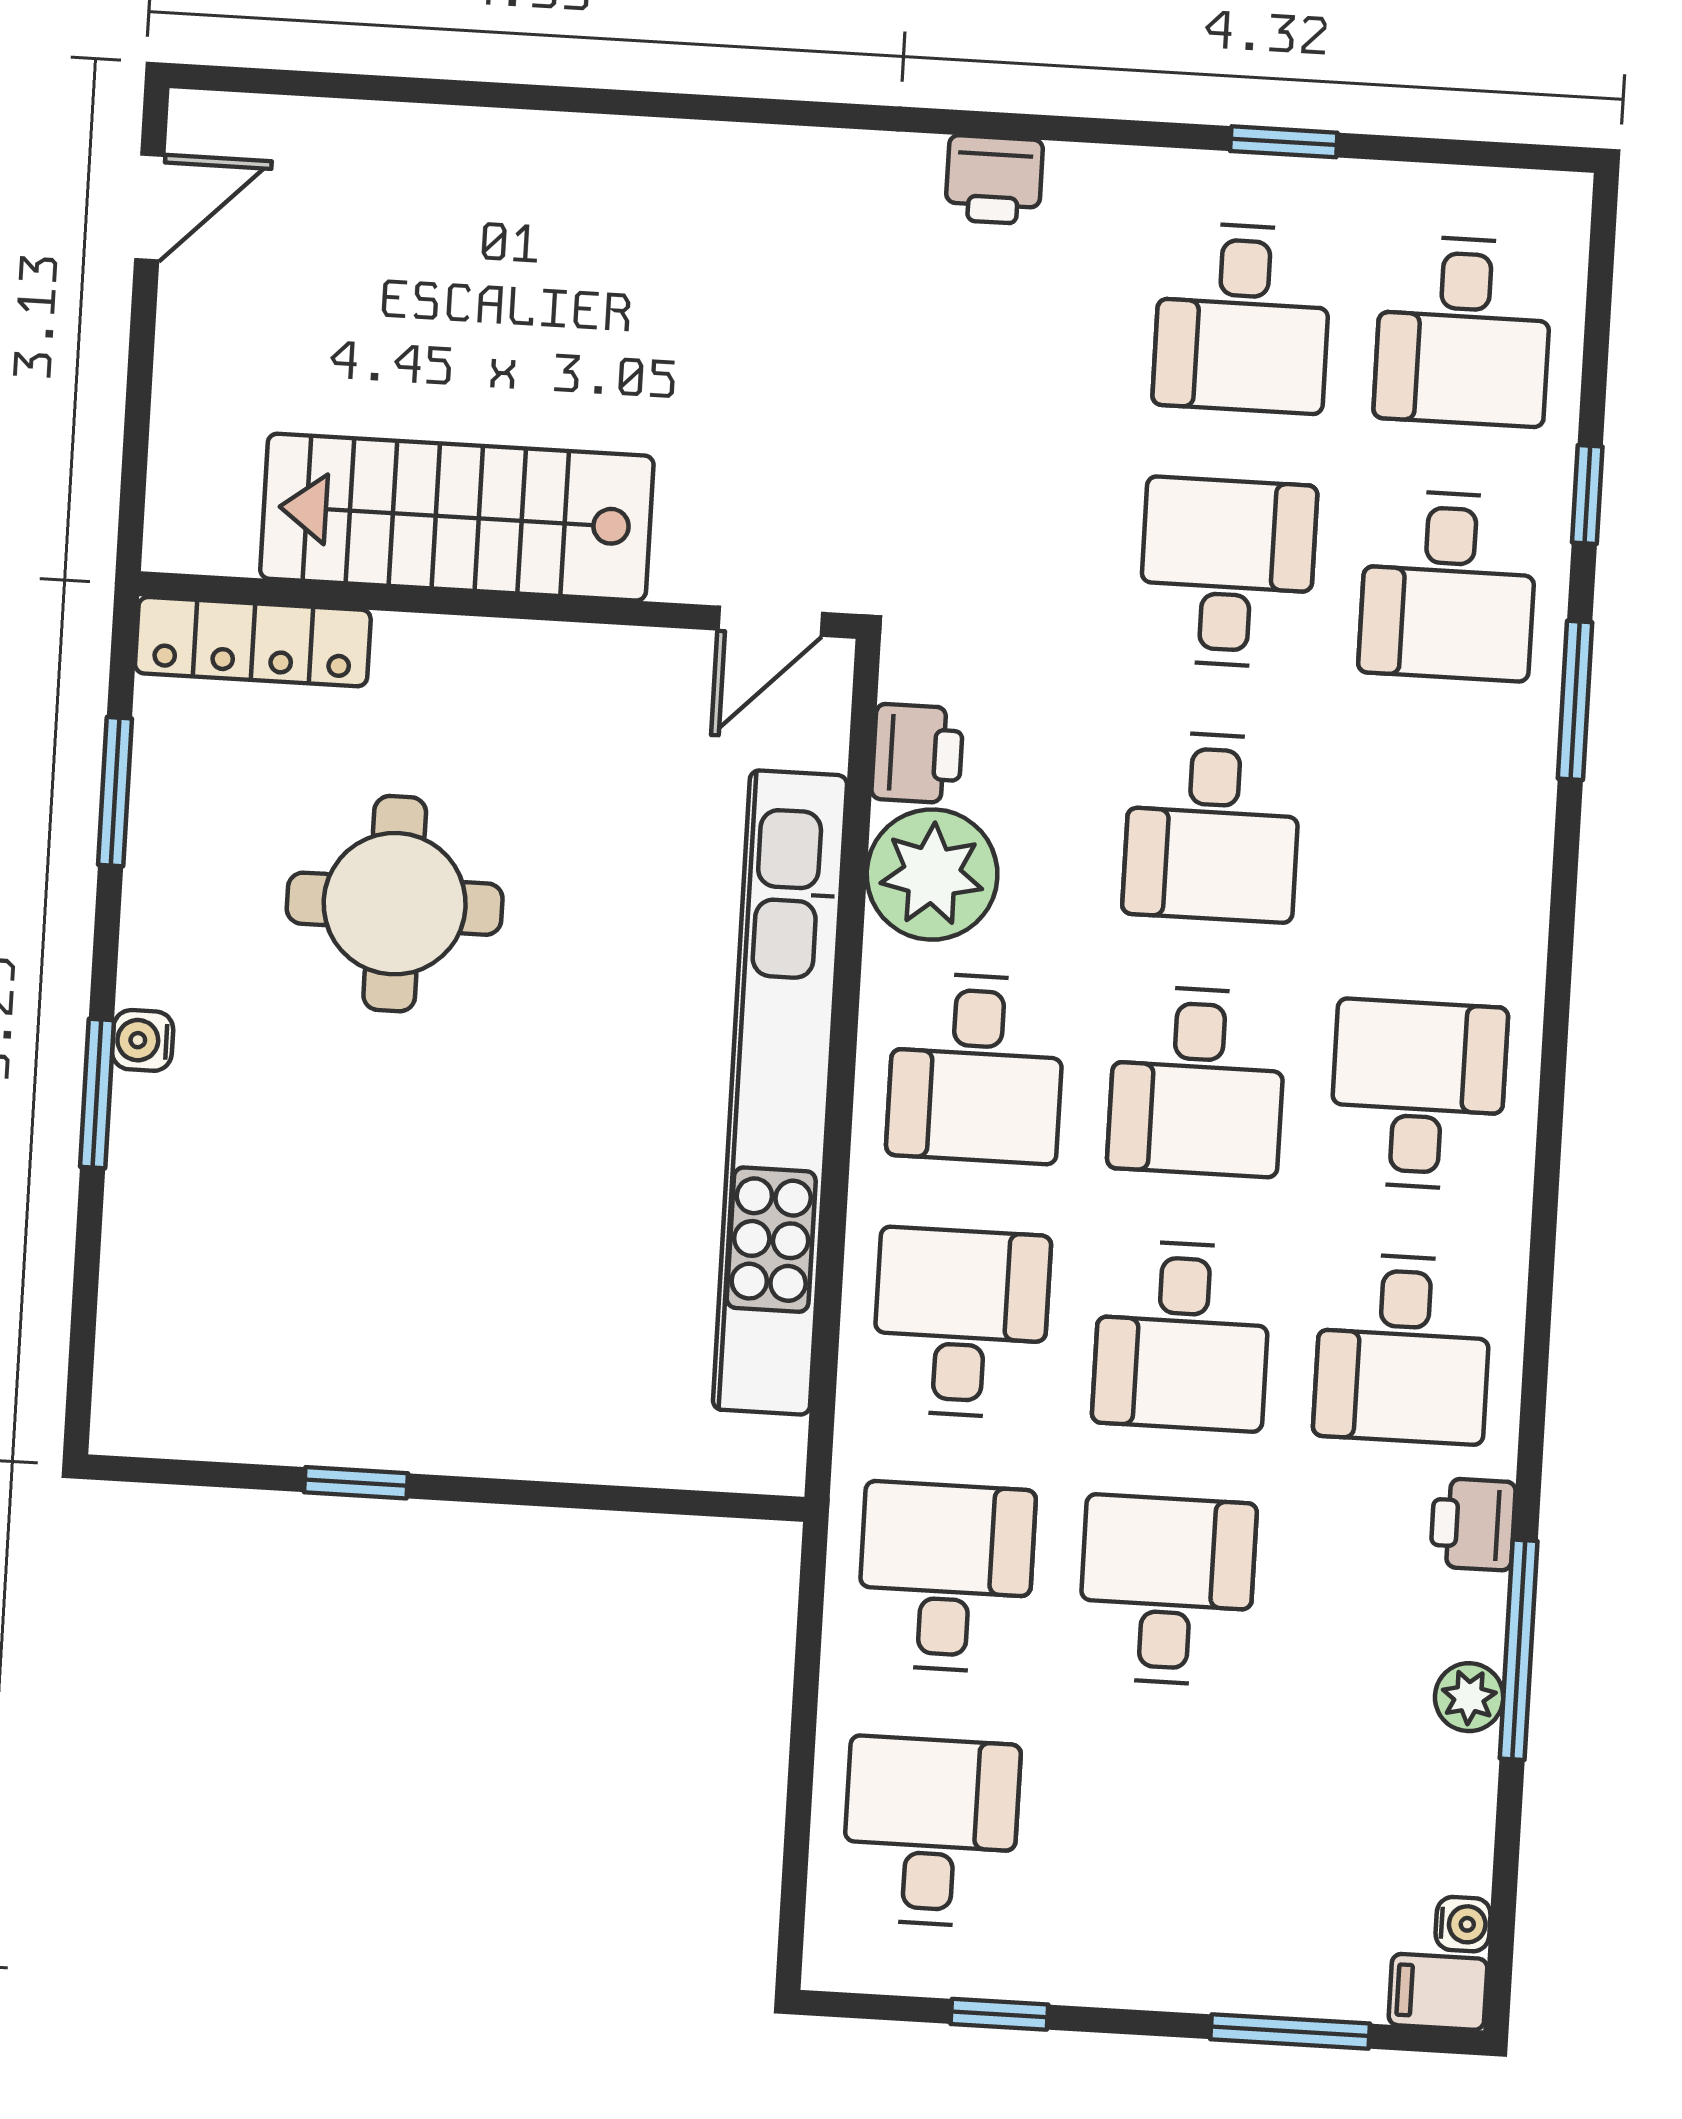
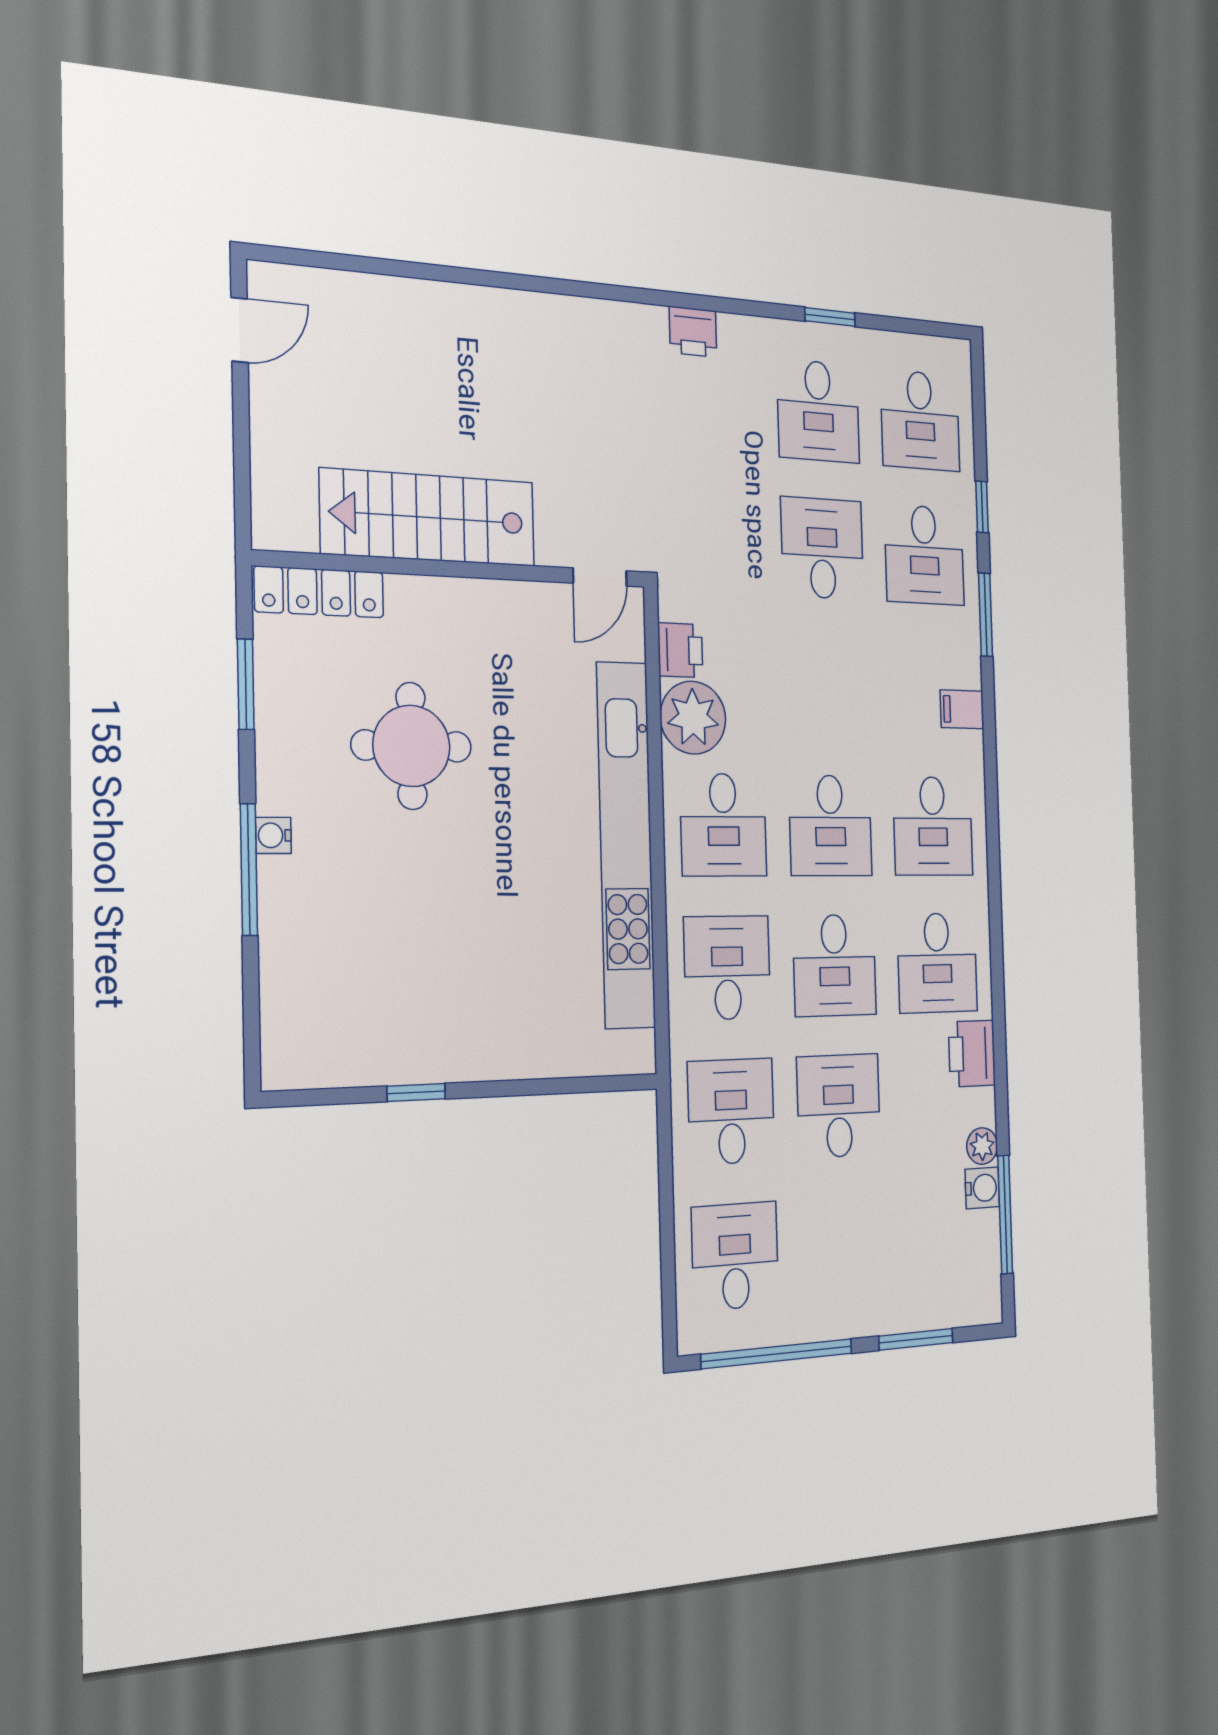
desk: (1212, 827) -> (826, 686), removed
window: (97, 1093) -> (249, 869), width x1.44
desk: (1418, 1094) -> (933, 826), turned 180
printer: (1473, 1524) -> (972, 1054), width x1.36, depth x1.24
window: (1519, 1650) -> (1005, 1215), moved
water cooler: (1463, 1924) -> (982, 1188), moved, width x1.38, depth x1.38
filing cabinet: (1438, 1992) -> (962, 709), moved
window: (999, 2014) -> (777, 1354), width x3.17

